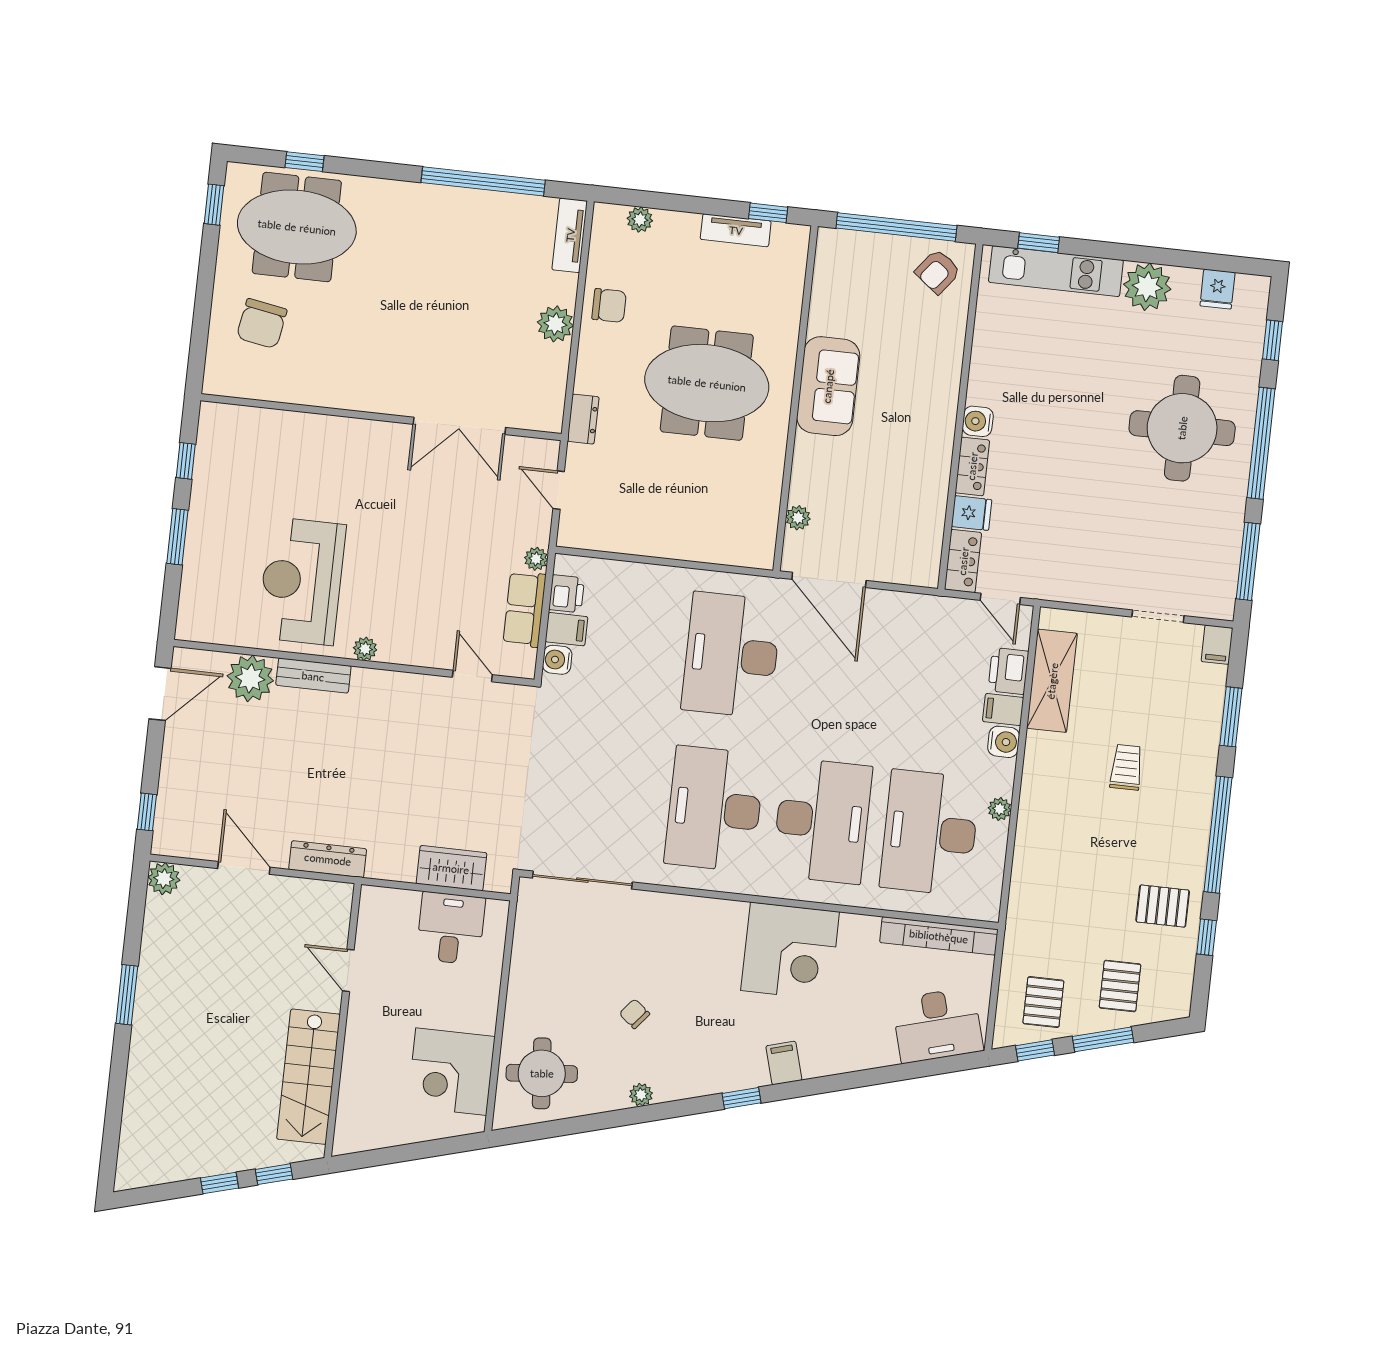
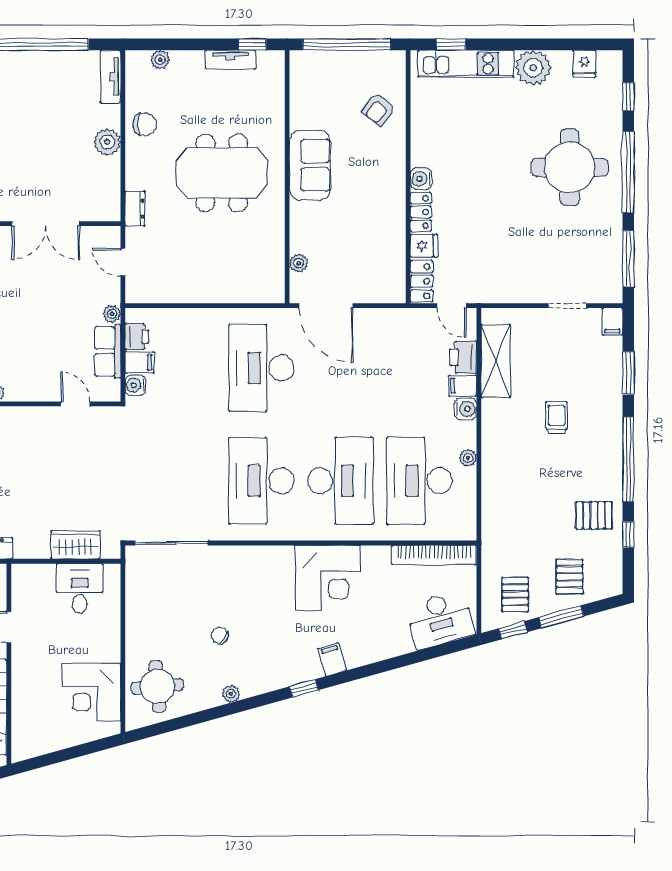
armchair: (938, 272) -> (378, 109), moved

